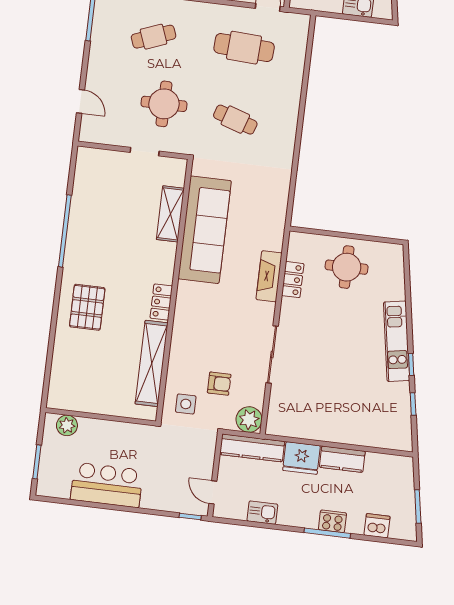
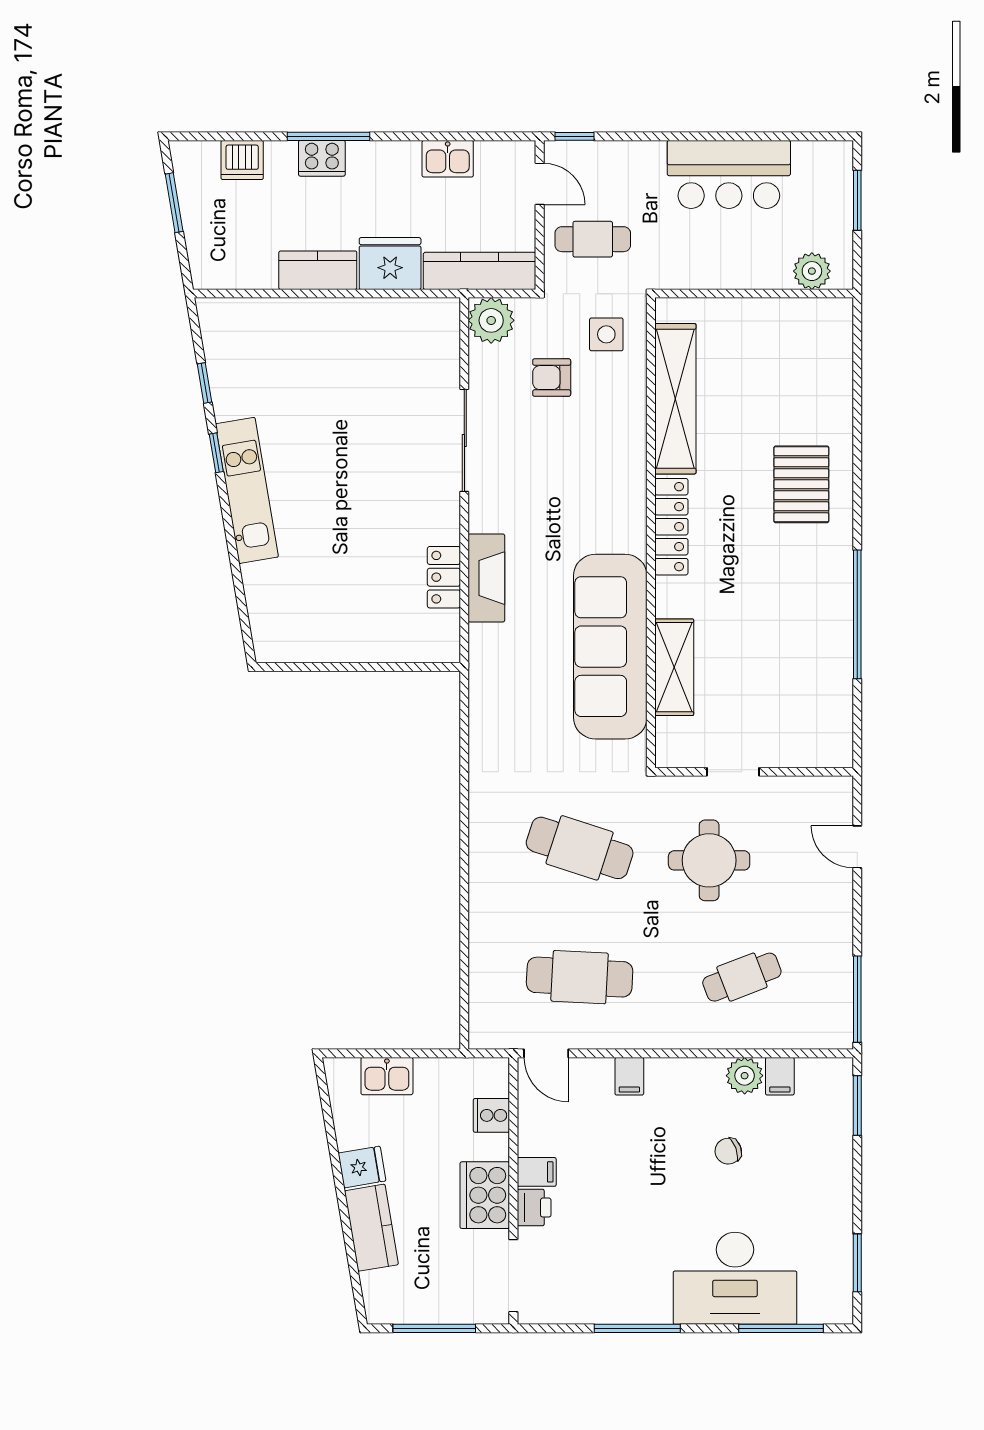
cafe table: (235, 120) -> (580, 848), width x1.37, depth x1.35
round table: (347, 267) -> (351, 611), removed
locker: (161, 302) -> (671, 527), width x1.53
cafe table: (187, 458) -> (593, 239), added

